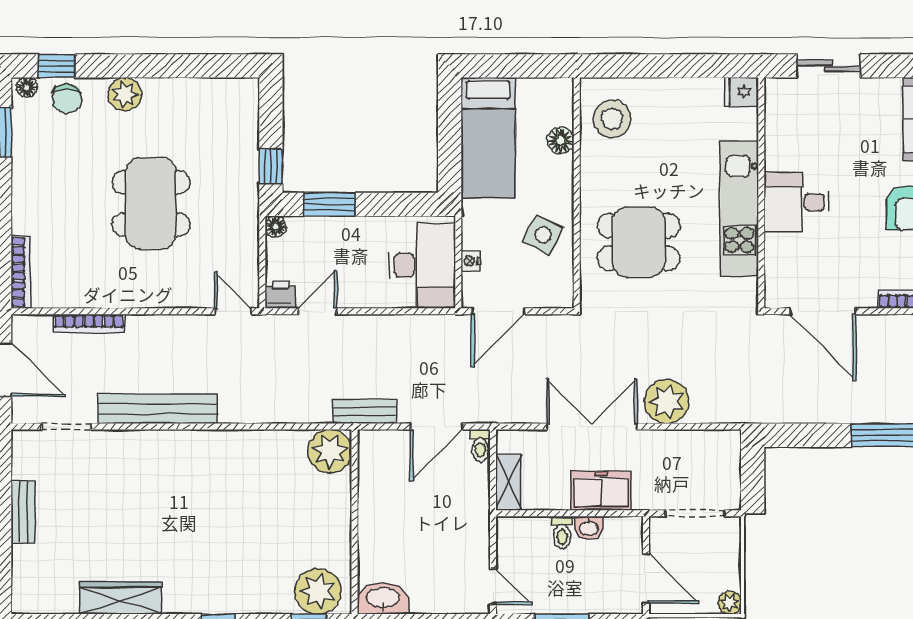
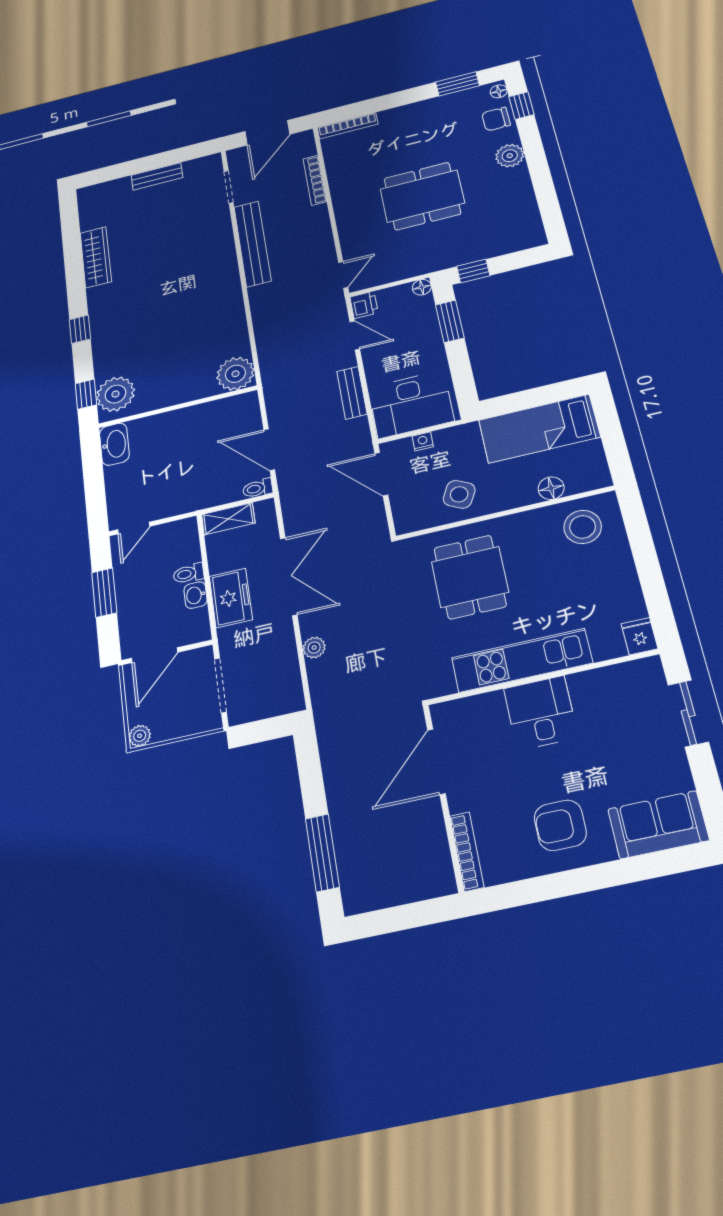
plant: (667, 402) -> (314, 648), width x0.53, depth x0.53
bench: (364, 412) -> (352, 393), moved

